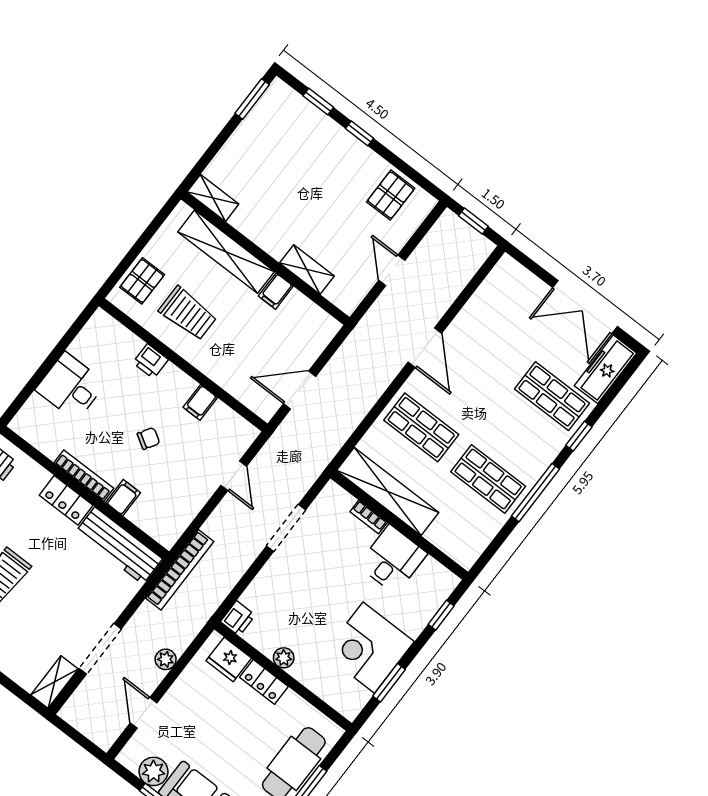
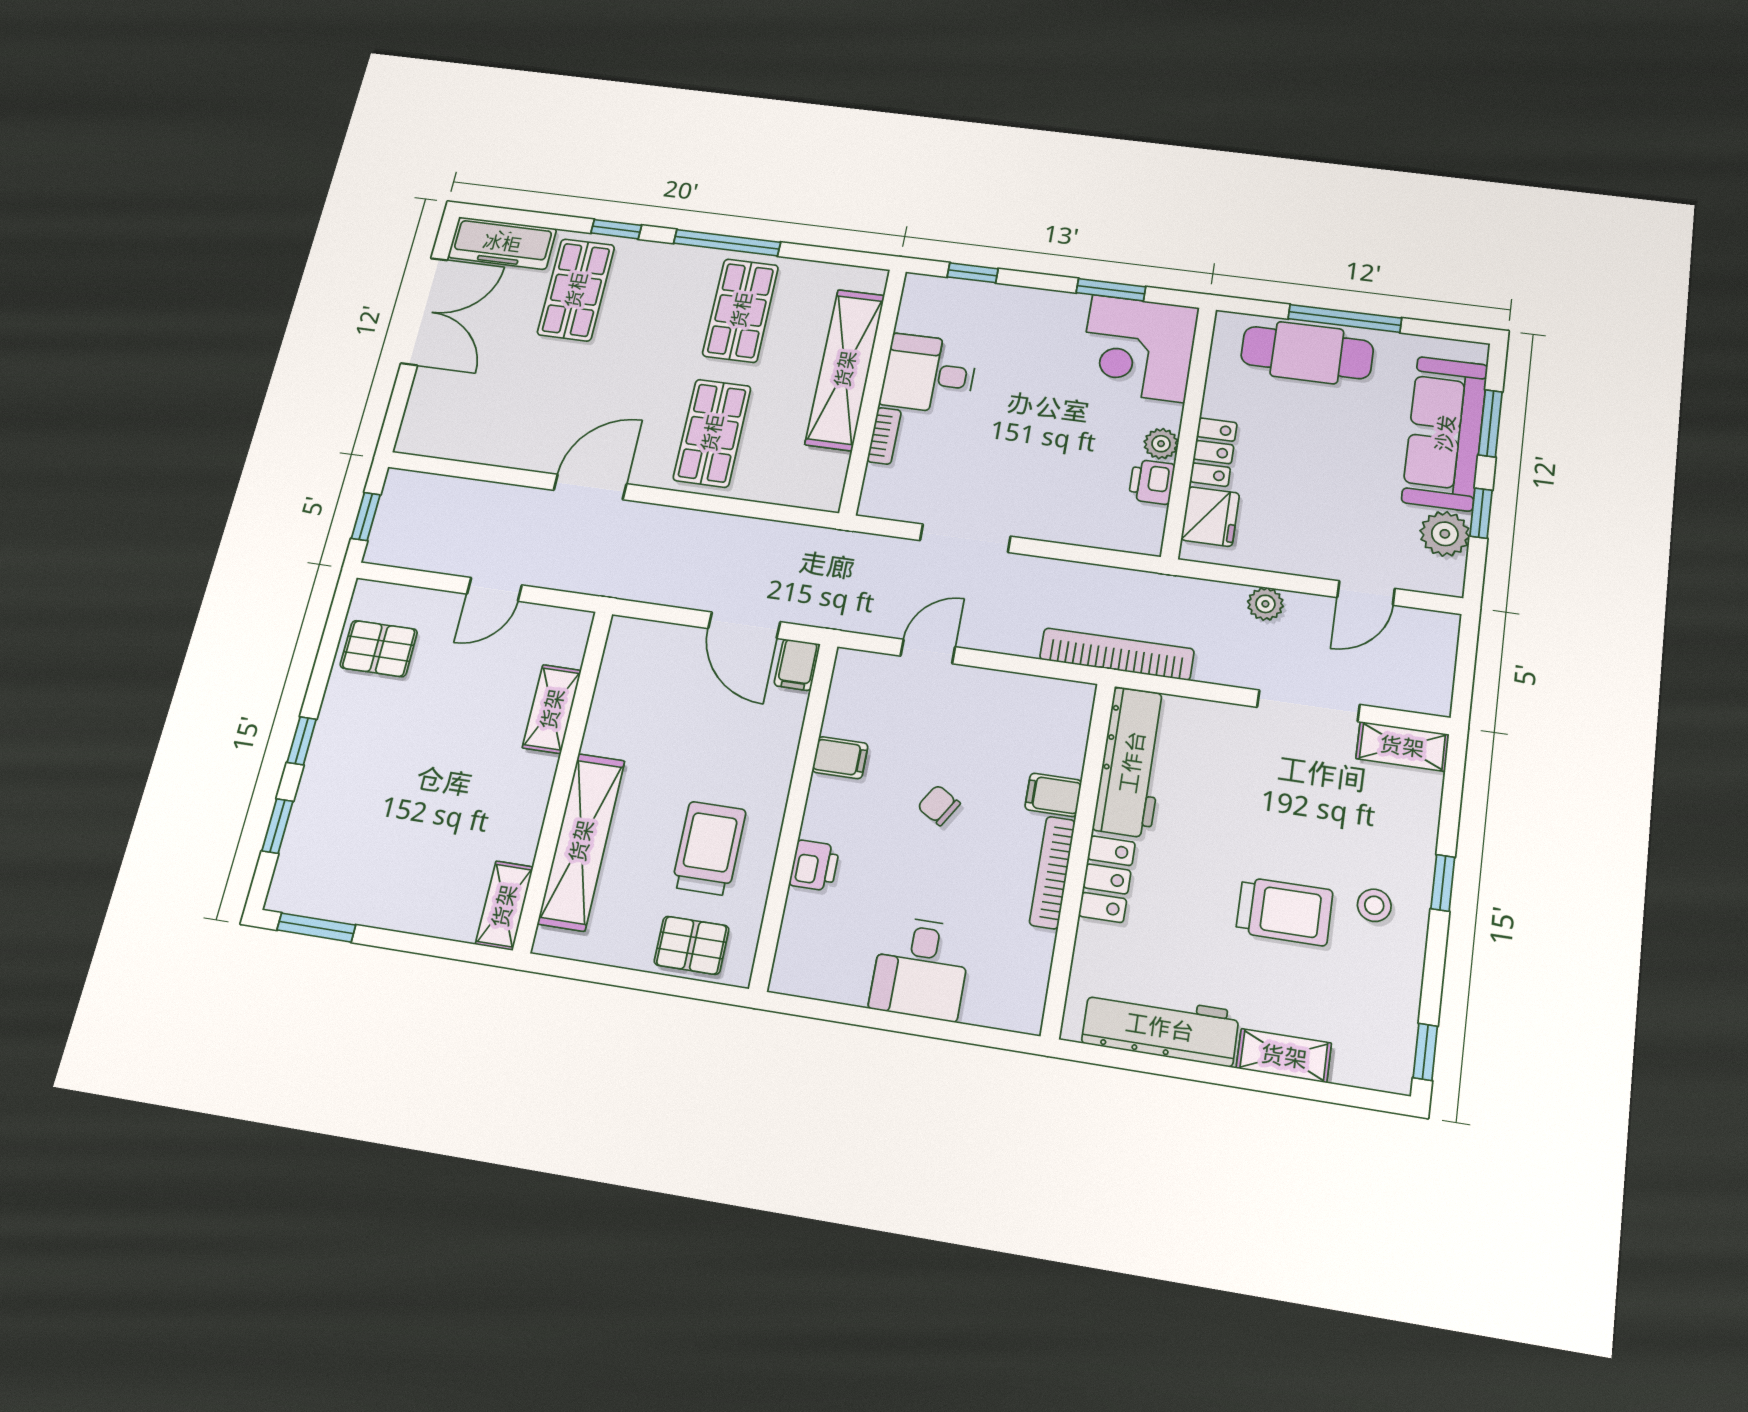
filing cabinet: (276, 291) -> (797, 665), moved, turned 90
shelving: (388, 492) -> (845, 369), moved
printer: (238, 618) -> (1152, 482), moved, turned -90
corner desk: (369, 648) -> (1138, 348), moved, turned 90

